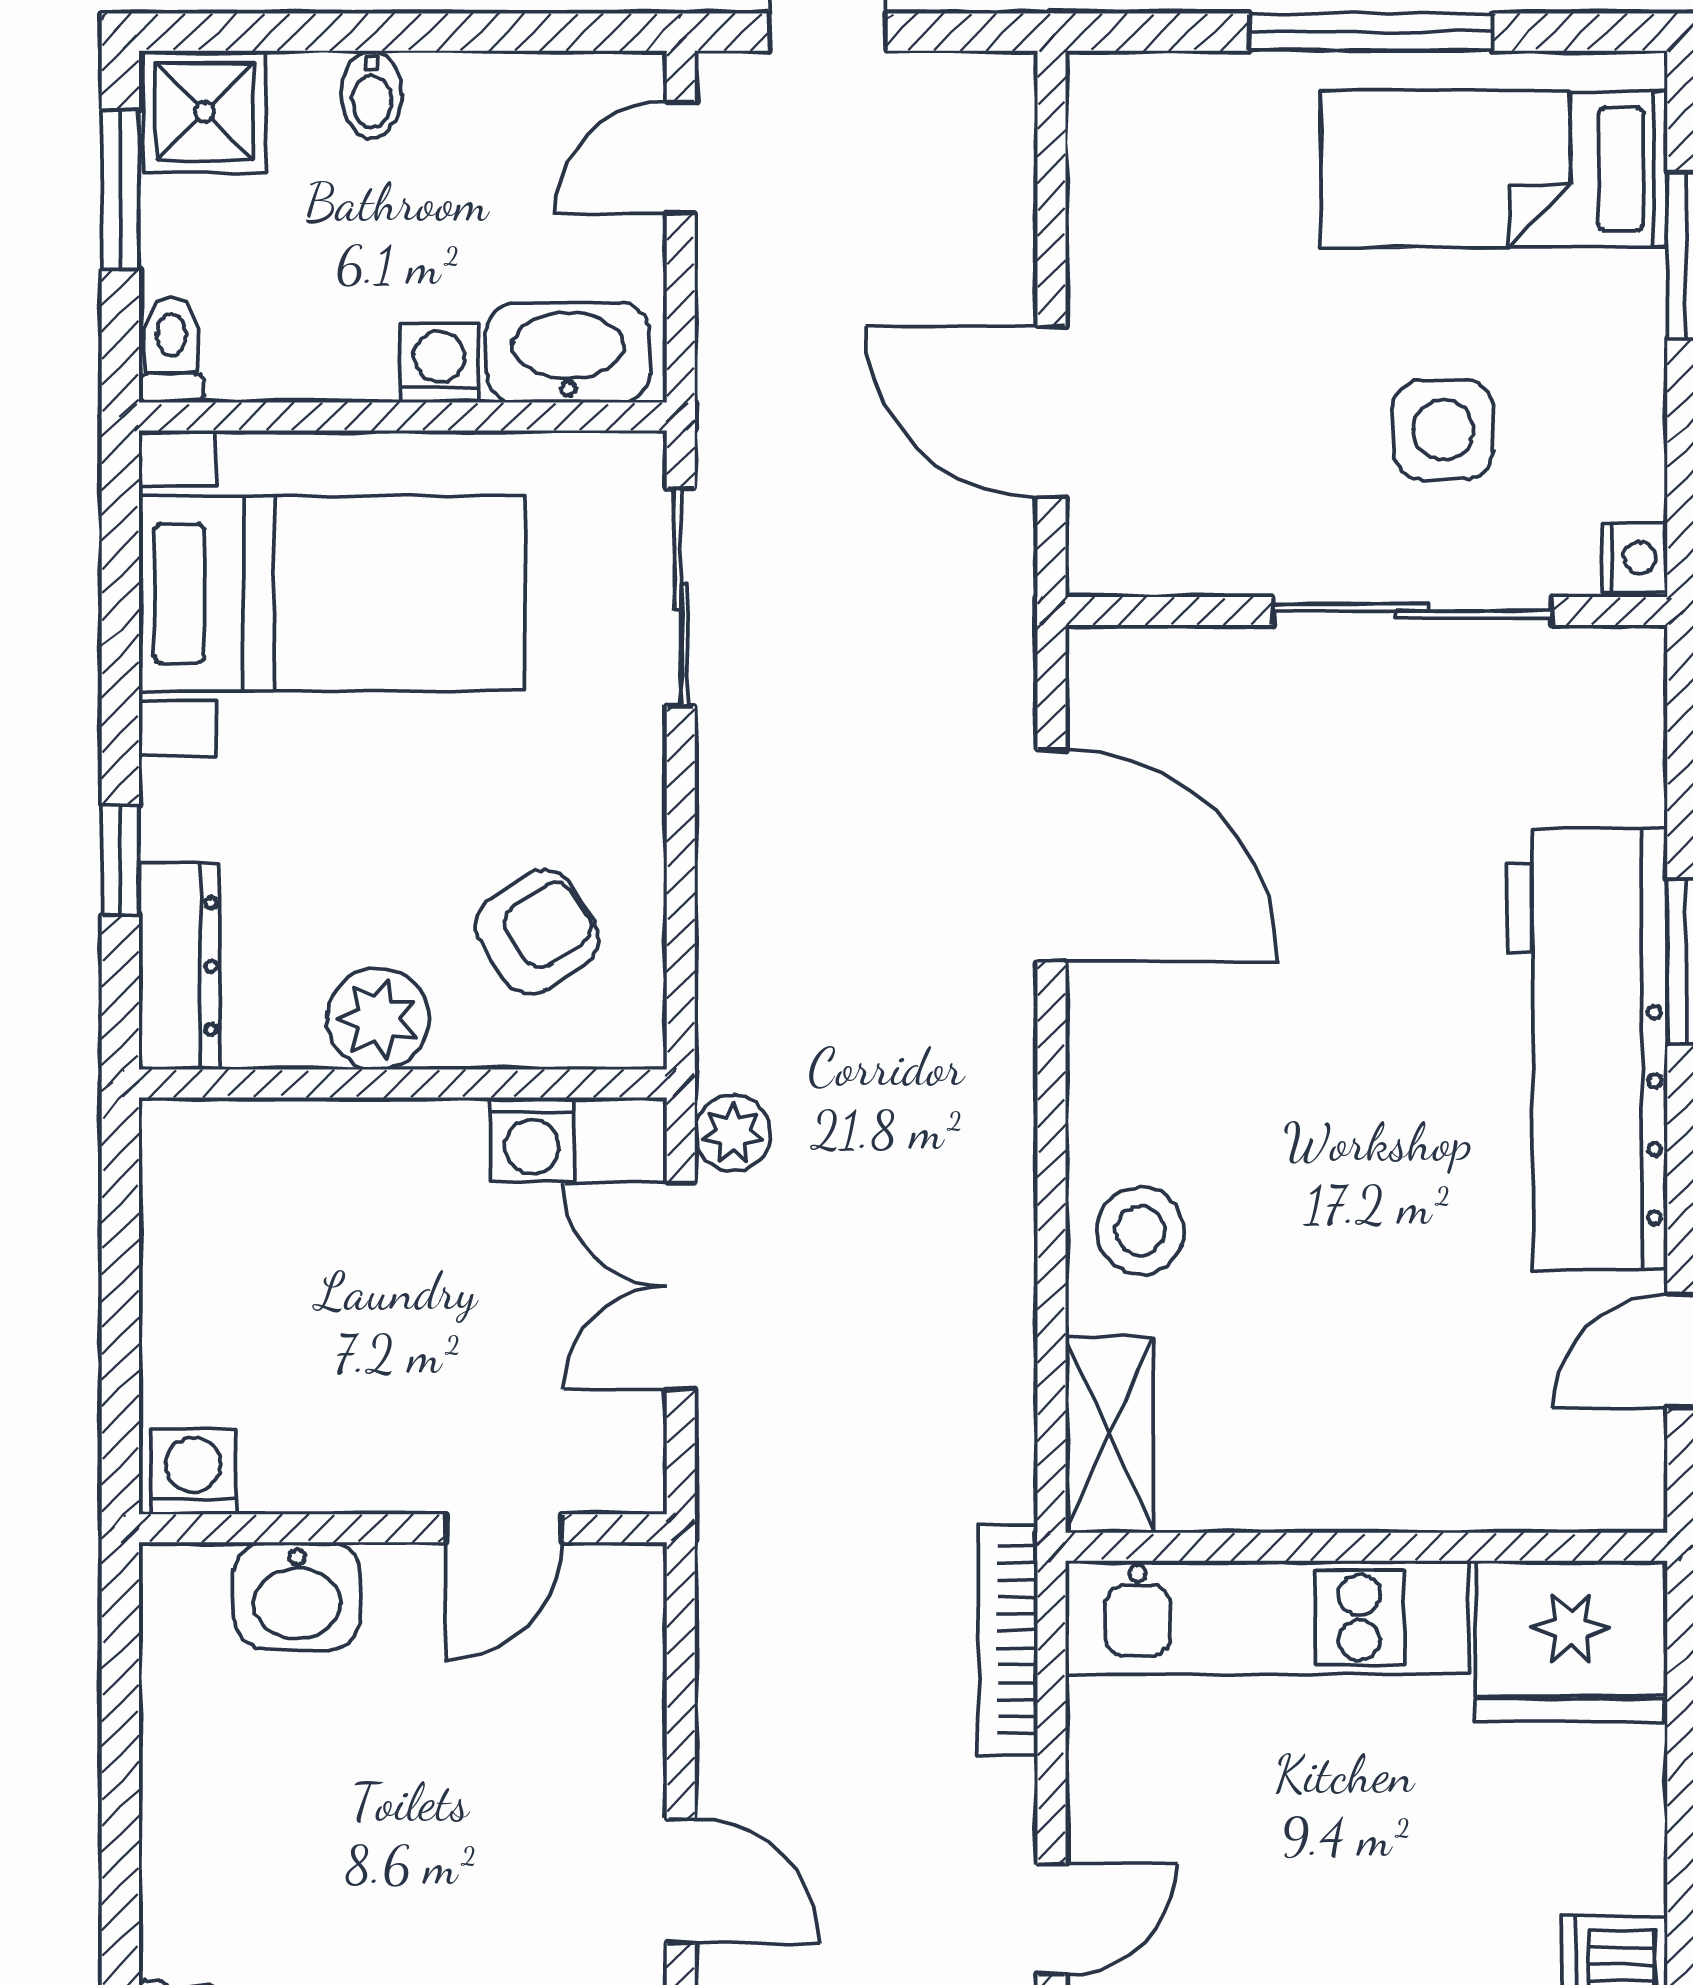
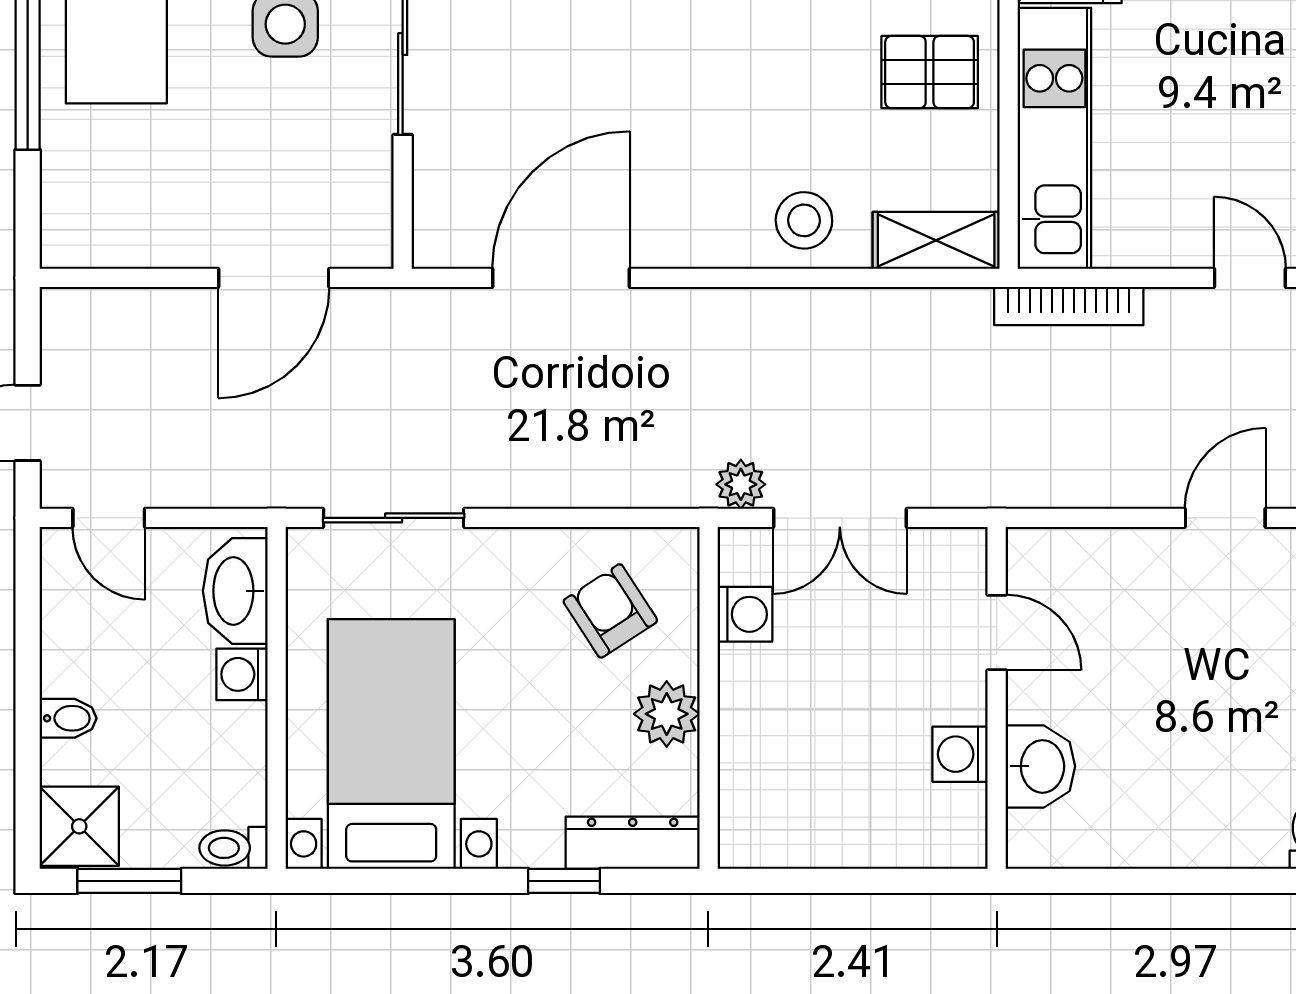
pallet: (1369, 1425) -> (930, 72), added
washing machine: (193, 1472) -> (960, 754), moved

